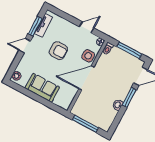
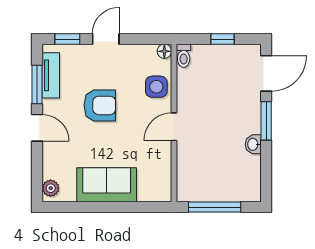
window: (60, 13) -> (67, 39), added
door: (87, 27) -> (106, 39), moved
door: (25, 46) -> (37, 128), swing flipped
window: (129, 50) -> (222, 39), width x0.46
door: (86, 78) -> (174, 127), width x0.53

